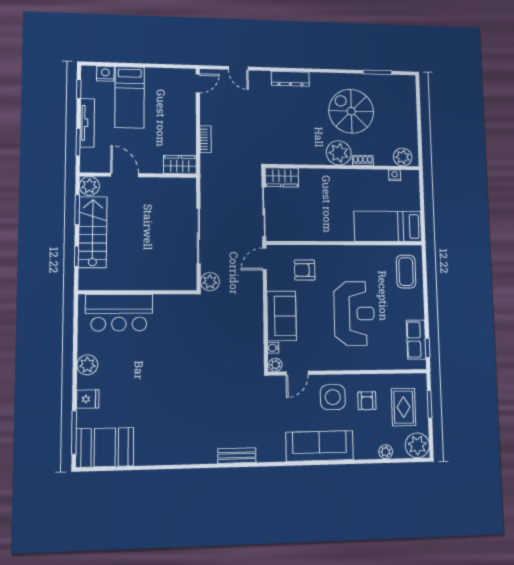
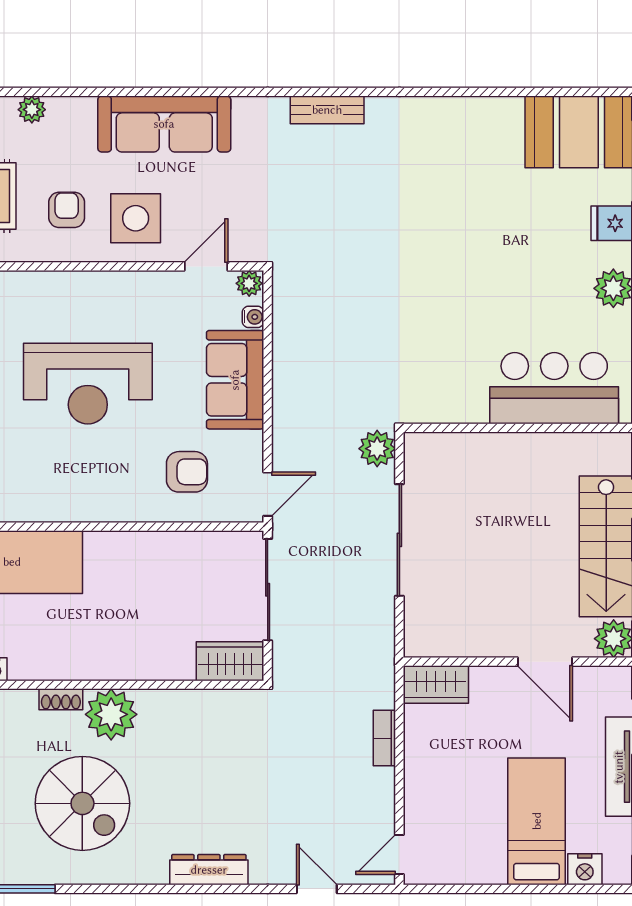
reception desk: (354, 314) -> (88, 384), turned -90

